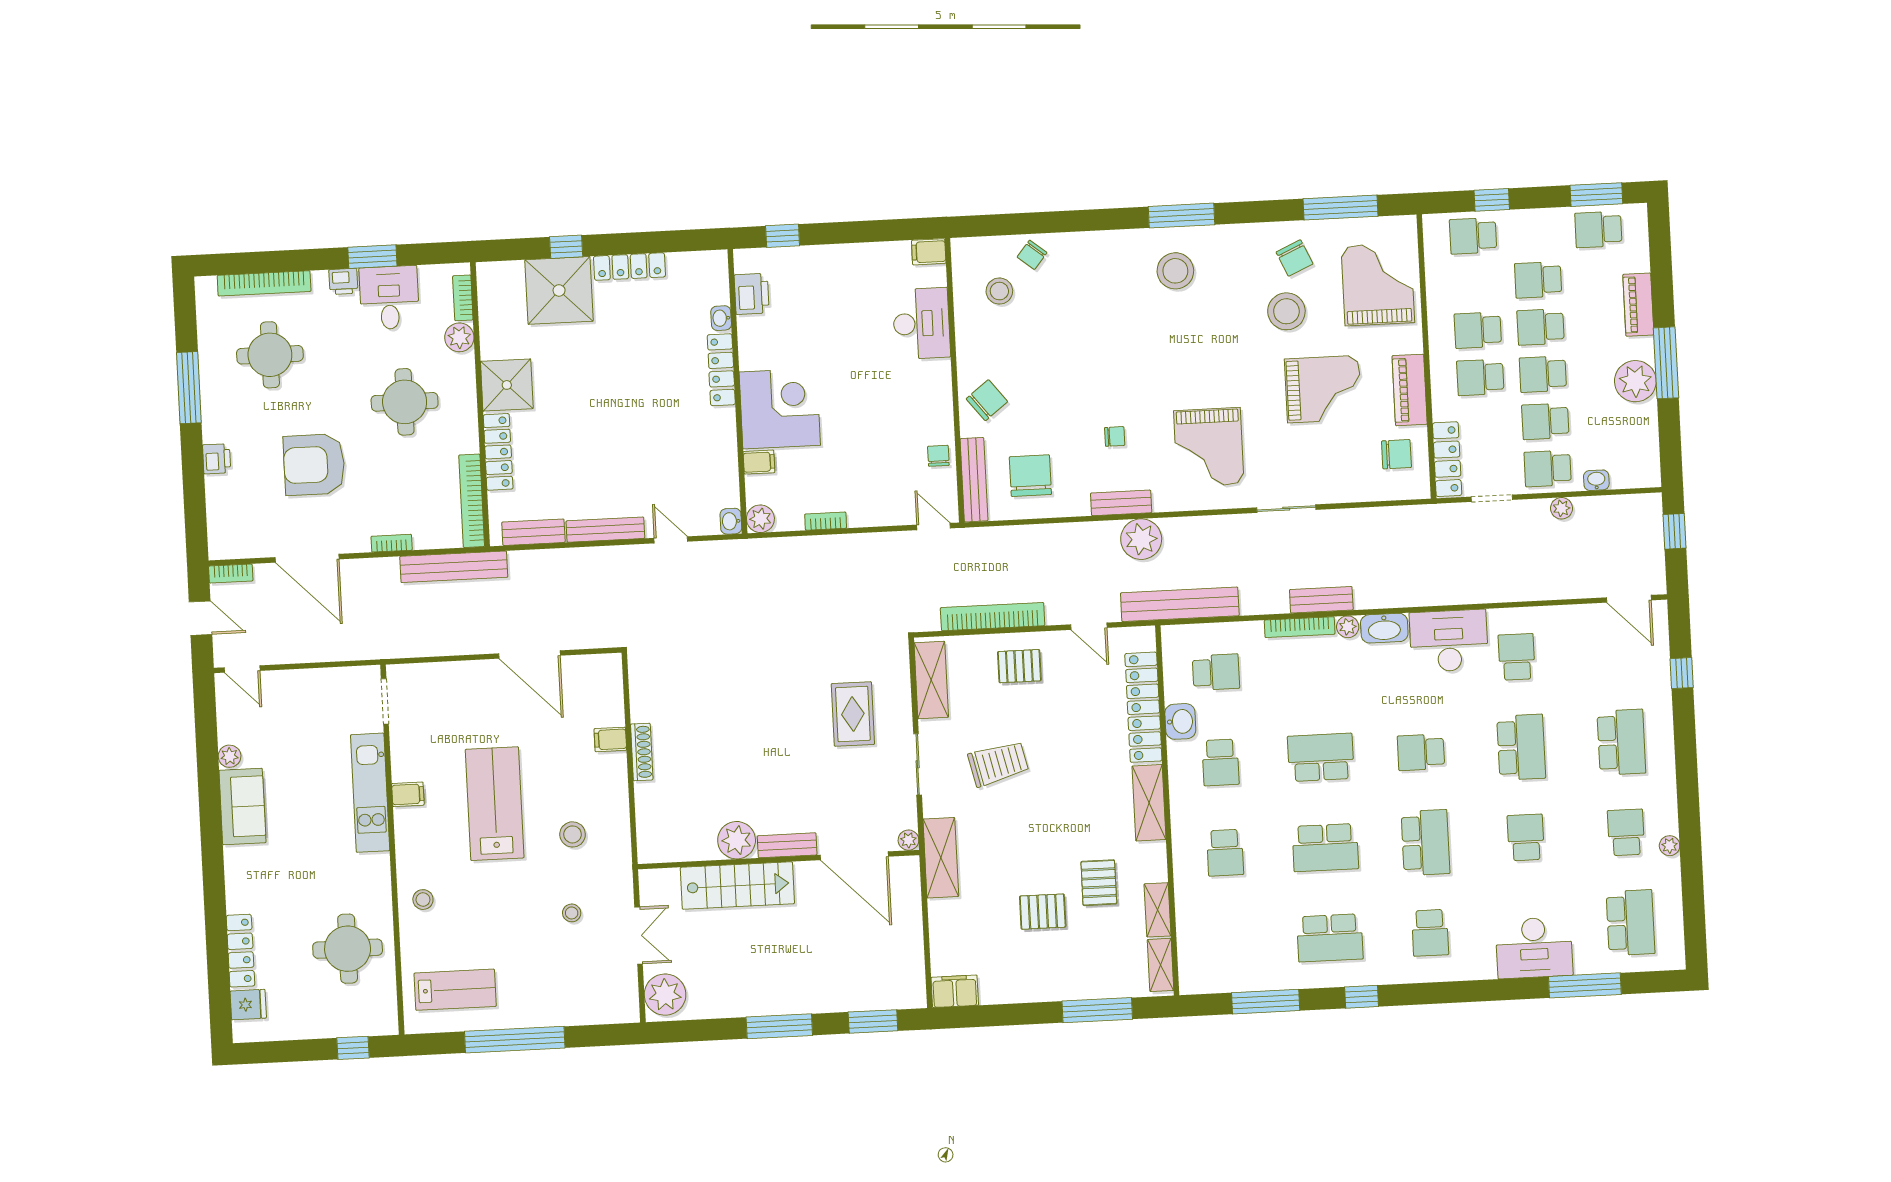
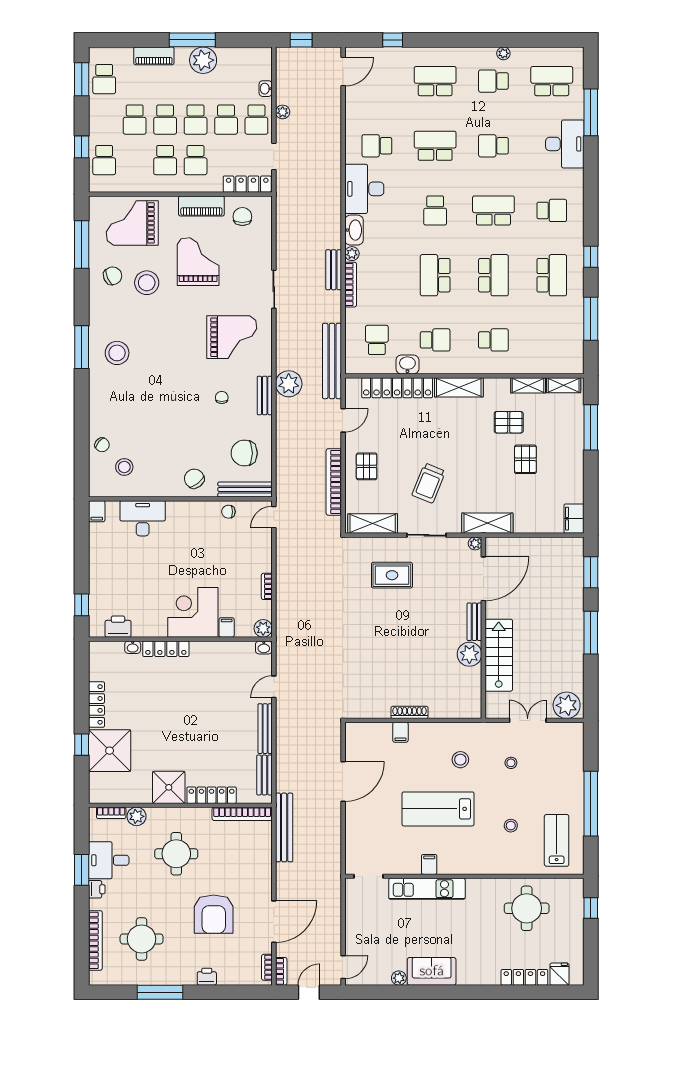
bookcase: (392, 543) -> (267, 967), moved
trolley: (998, 764) -> (429, 483), turned -145
stool: (423, 900) -> (511, 826), moved

